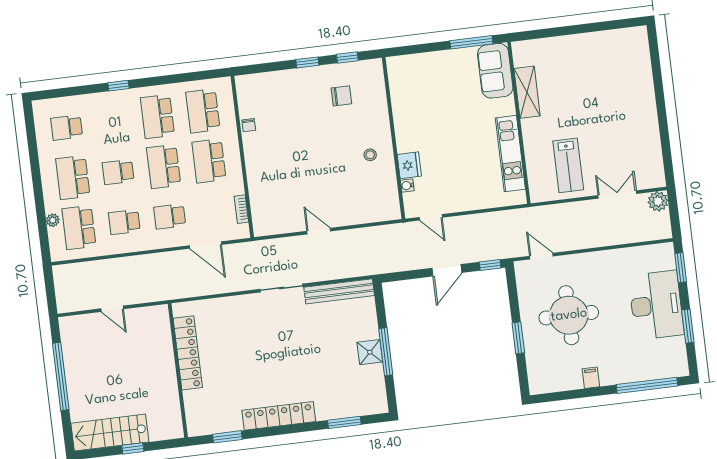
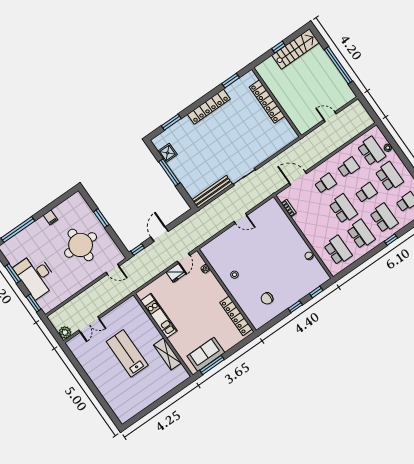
window: (347, 58) -> (316, 292), moved
sofa: (495, 71) -> (206, 354), moved, turned -90
locker: (399, 94) -> (236, 316), added
school desk: (209, 161) -> (384, 218), moved
fridge: (409, 165) -> (176, 273), moved, turned -90
lab bench: (568, 165) -> (127, 353), moved, width x1.36, depth x1.39
door: (431, 217) -> (184, 258), swing flipped
shower: (370, 352) -> (167, 153), moved
locker: (188, 353) -> (267, 101), moved

